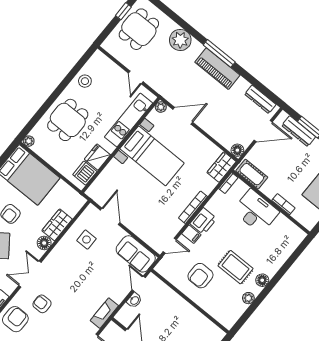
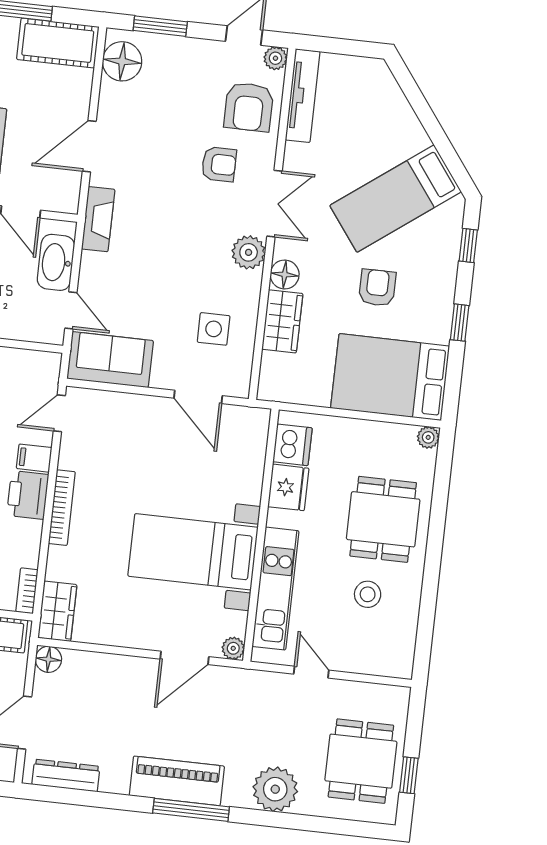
stool: (85, 81) -> (368, 594), moved
plant: (53, 261) -> (249, 252), added
washbasin: (134, 300) -> (56, 262), width x1.91, depth x1.45

